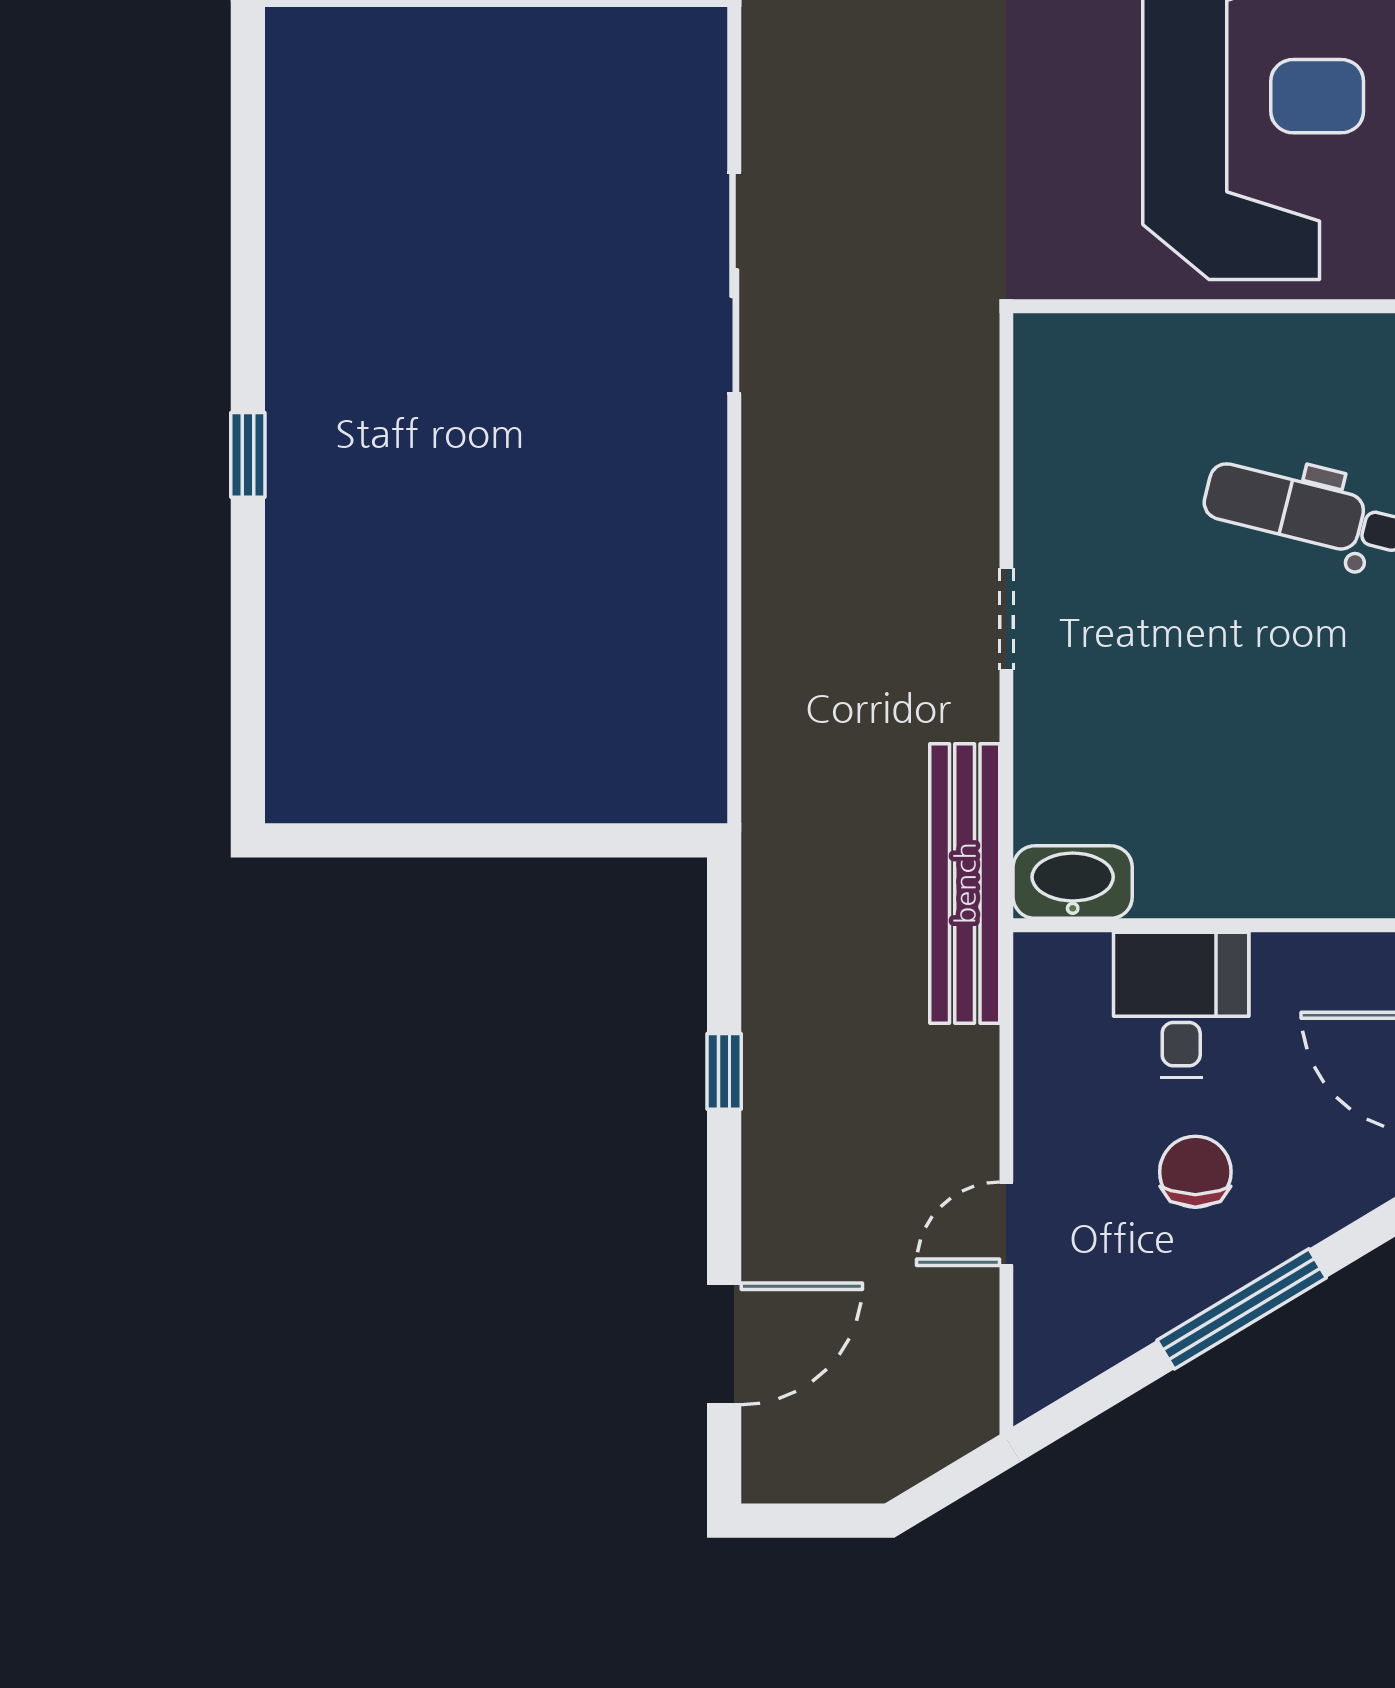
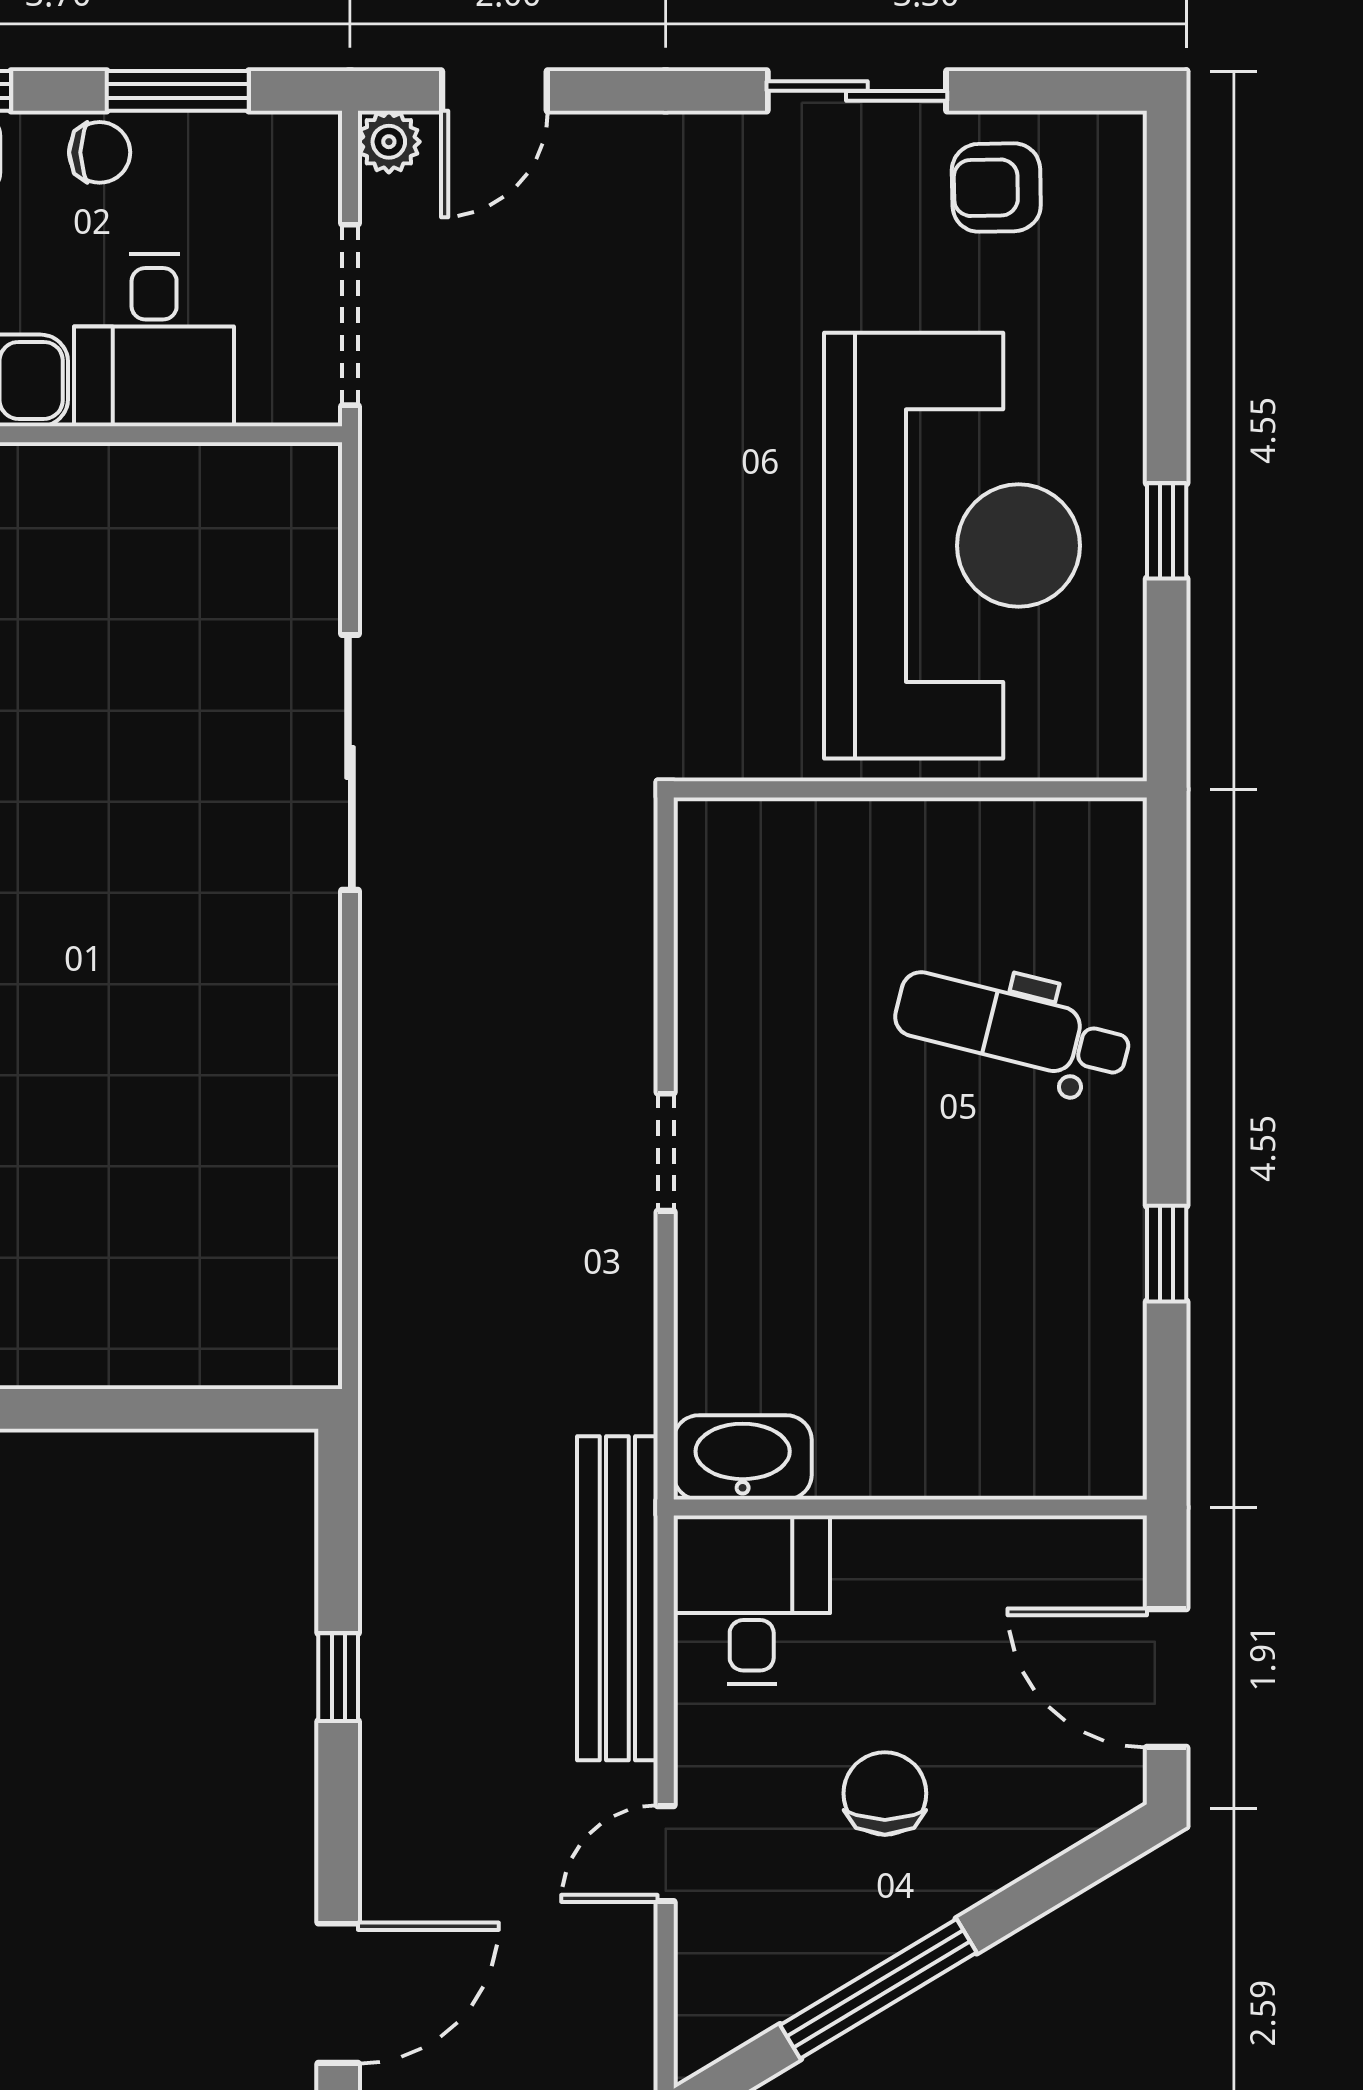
bench: (965, 883) -> (617, 1598), moved
desk: (1181, 1005) -> (752, 1600), moved
window: (1242, 1309) -> (878, 1989), moved

